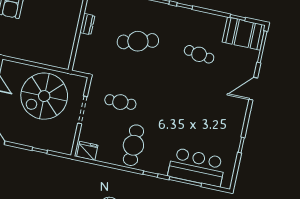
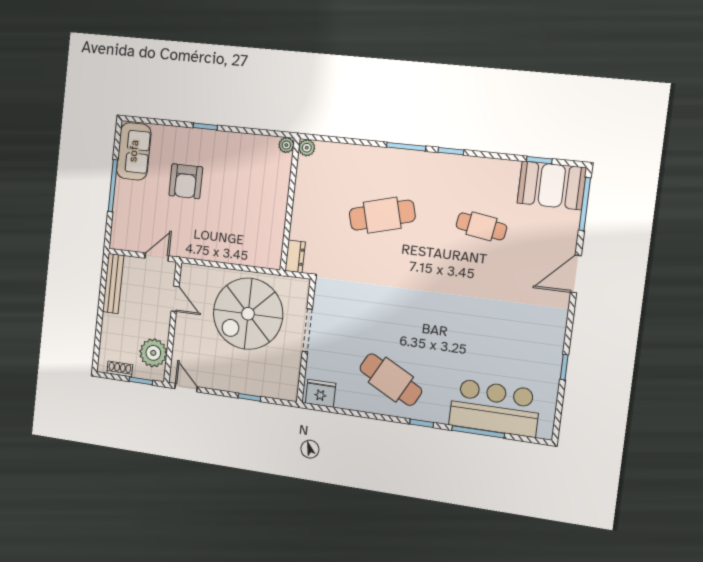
dresser: (87, 24) -> (295, 256), moved
cafe table: (120, 102) -> (364, 313), removed
cafe table: (133, 145) -> (391, 380), turned -62

